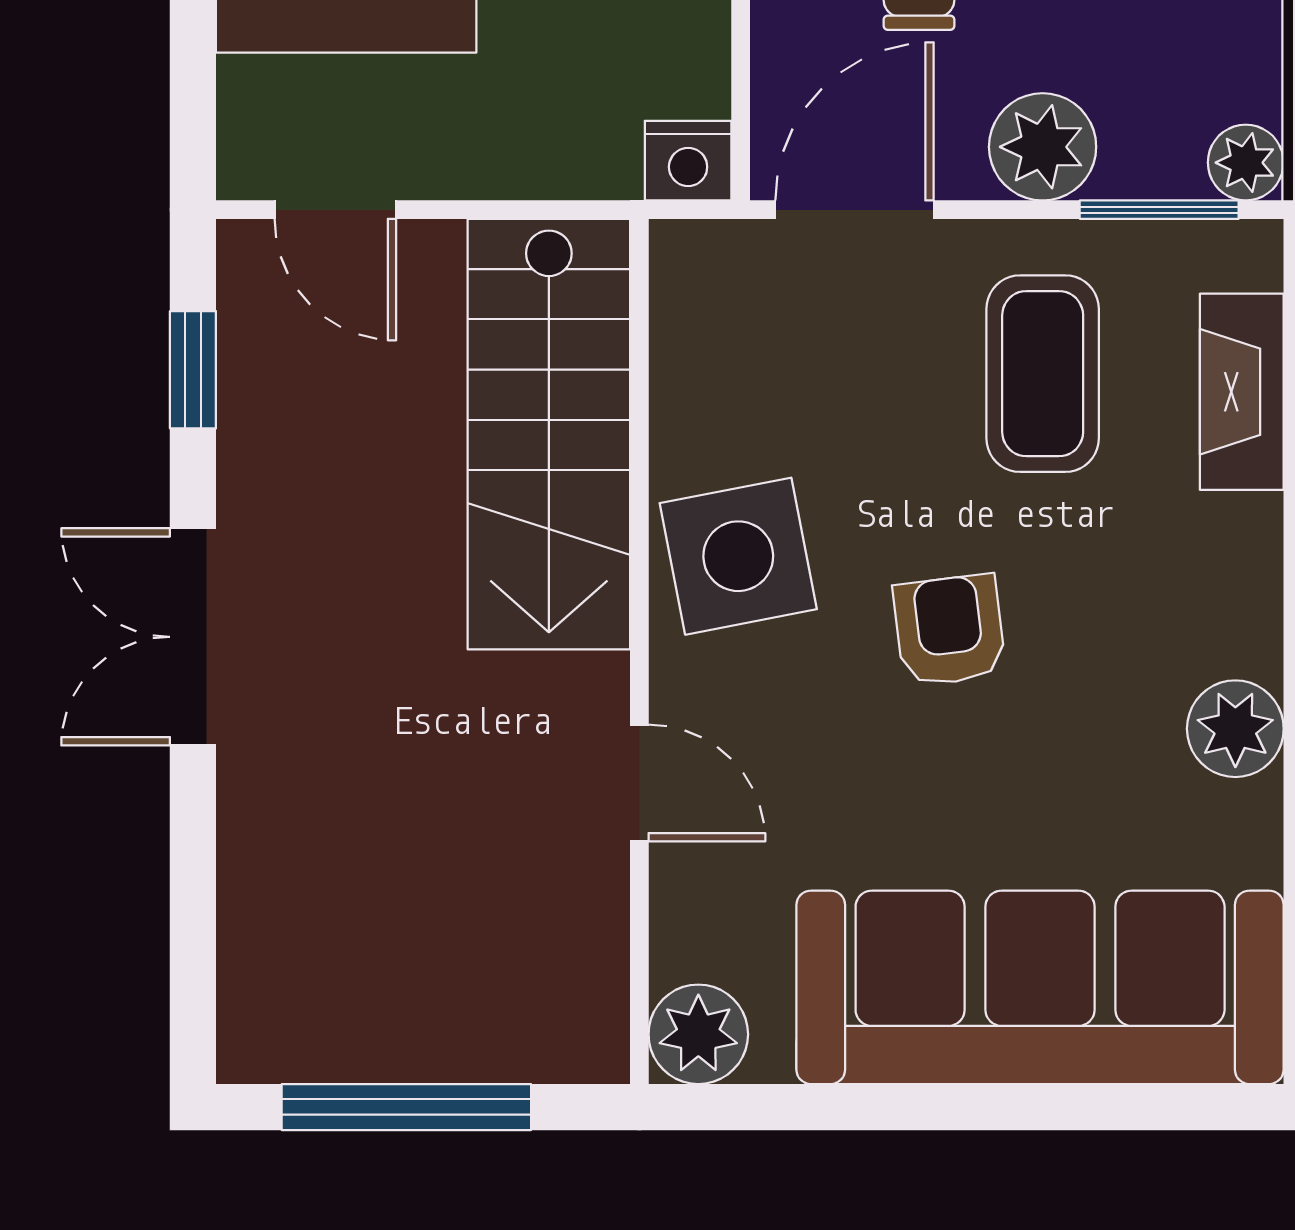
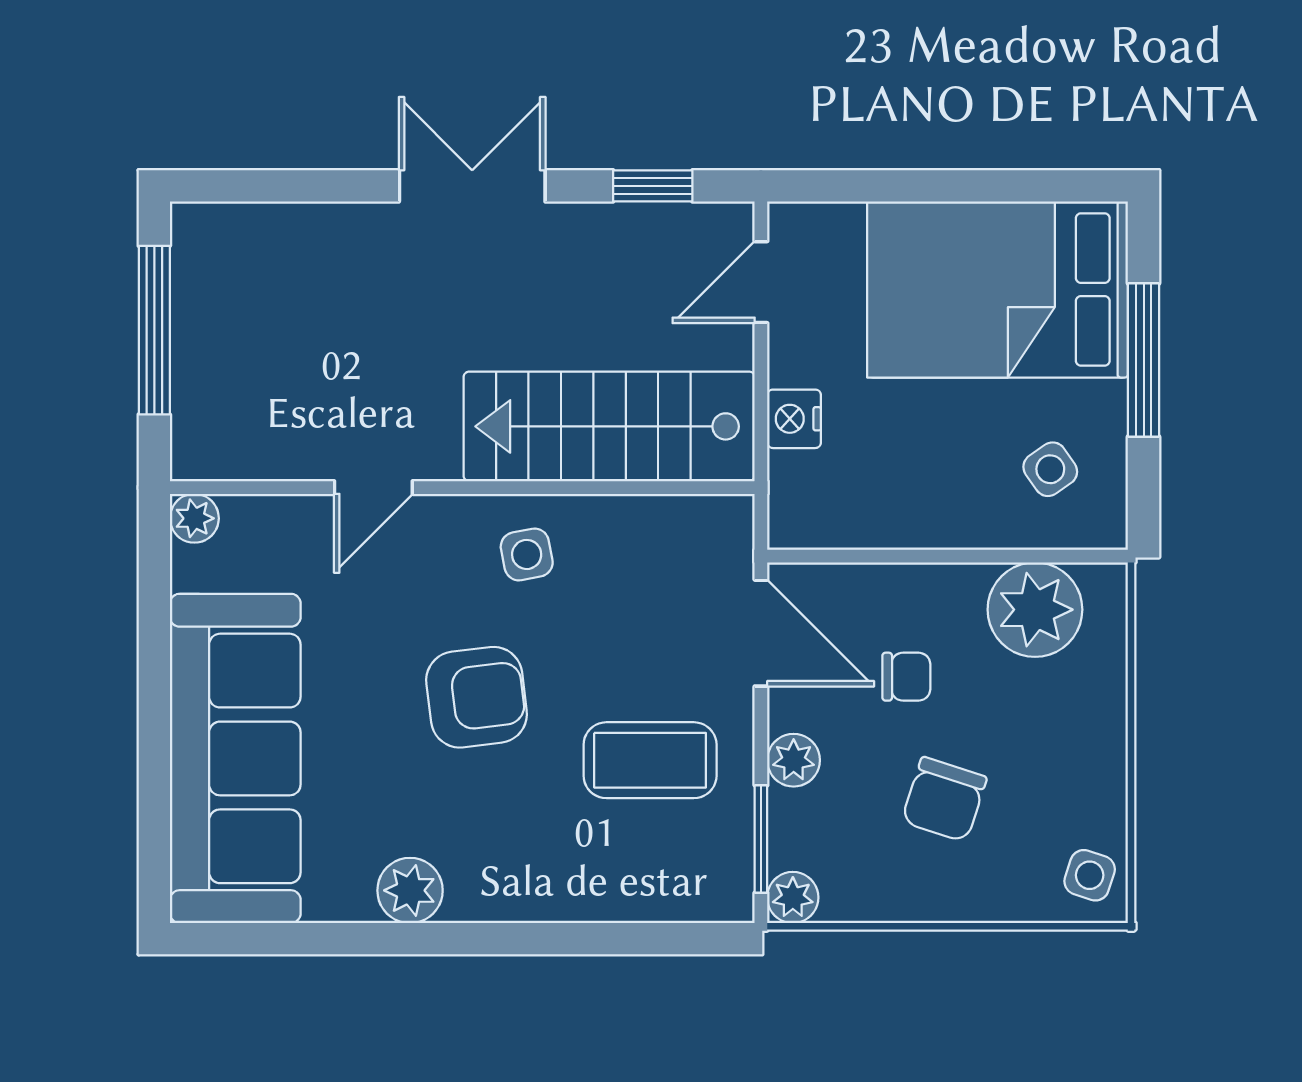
plant: (1043, 147) -> (794, 760), width x0.73, depth x0.73
nightstand: (688, 161) -> (794, 419), moved
fireplace: (1242, 392) -> (638, 895), removed
side table: (738, 556) -> (527, 554), width x0.54, depth x0.54
armchair: (949, 630) -> (477, 697), width x1.38, depth x1.38
plant: (698, 1034) -> (194, 518), width x0.73, depth x0.73

